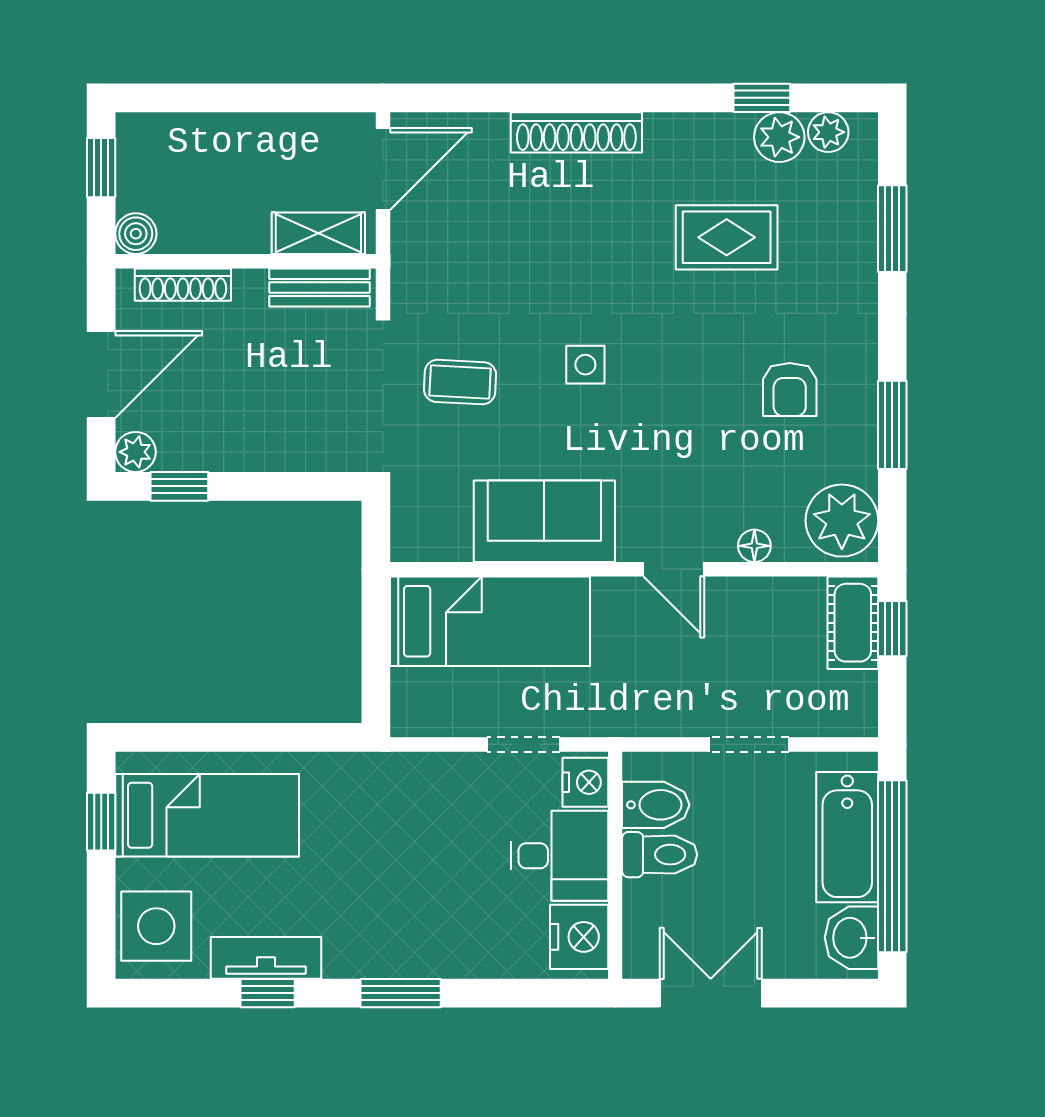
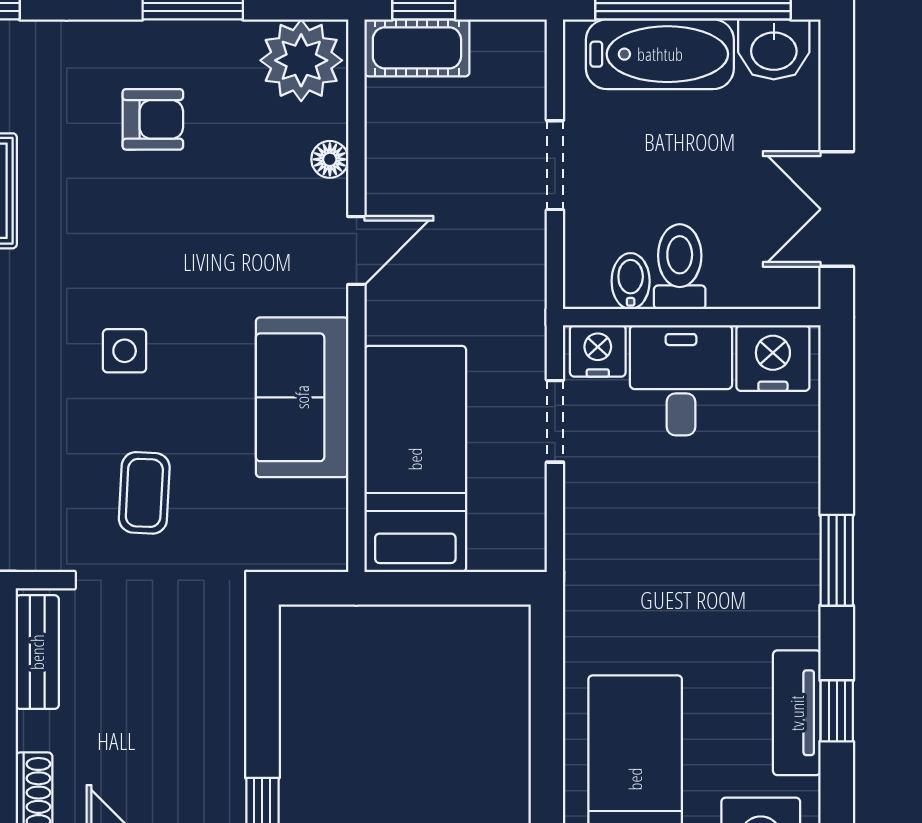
bidet: (656, 805) -> (631, 281), width x0.72, depth x0.74

